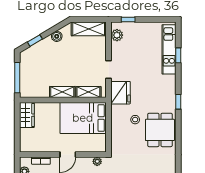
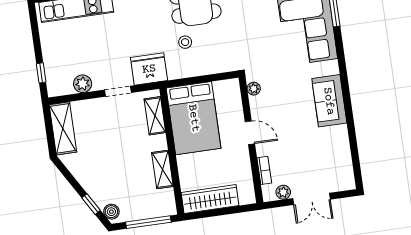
plant: (117, 35) -> (83, 84), moved
boiler: (57, 36) -> (111, 212), moved
shelving: (62, 92) -> (162, 169), moved
wardrobe: (27, 115) -> (210, 199), width x1.50

